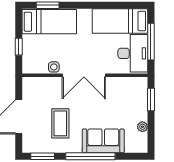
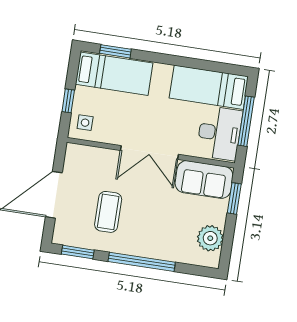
side table: (54, 67) -> (85, 123), moved
plant: (142, 127) -> (210, 238), width x1.88, depth x1.88
sofa: (103, 141) -> (204, 179), moved, turned 180

